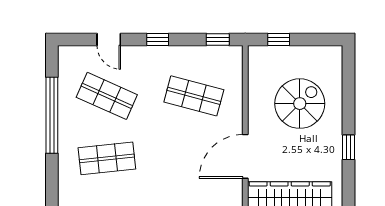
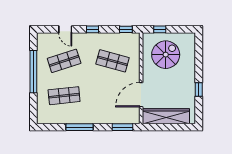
shop shelf: (107, 96) -> (64, 61), turned -42
spiral stairs: (300, 104) -> (166, 55), moved

